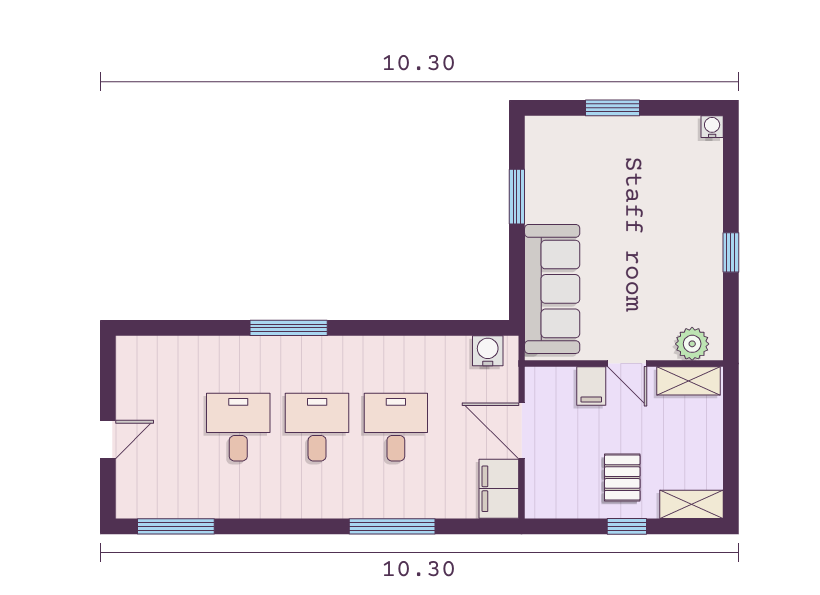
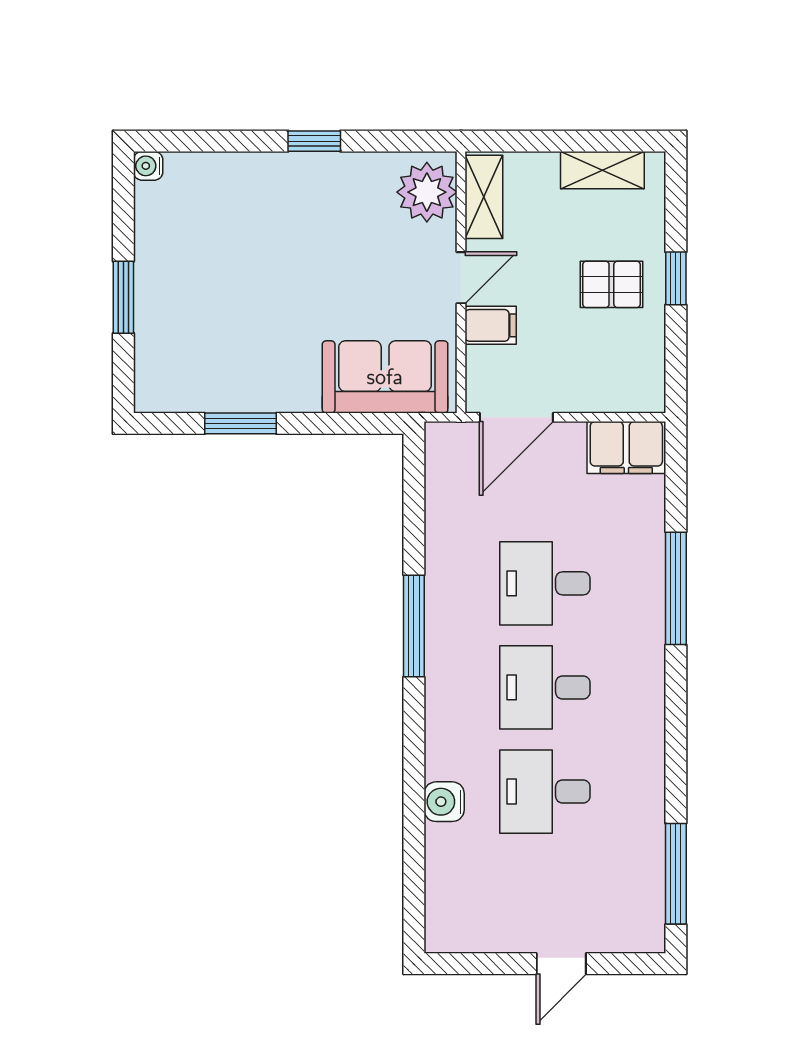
sofa: (552, 289) -> (385, 377), width x0.73
window: (289, 328) -> (414, 626), moved
plant: (692, 344) -> (427, 192), width x1.36, depth x1.36
water cooler: (488, 351) -> (444, 802), moved
door: (522, 431) -> (516, 417), moved
door: (108, 440) -> (561, 964), swing flipped
shelving: (691, 504) -> (602, 170), moved, turned 90

